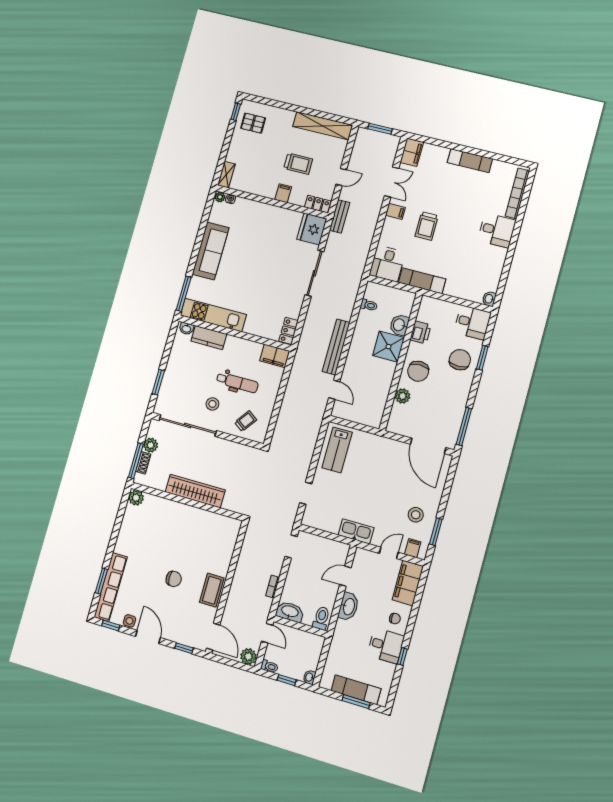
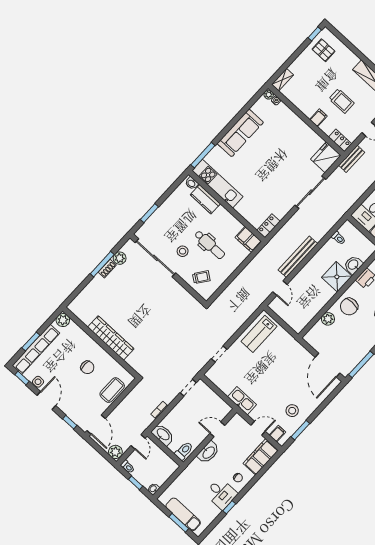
wardrobe: (195, 491) -> (111, 338), moved
plant: (136, 498) -> (63, 320), moved
wall: (187, 501) -> (101, 343), moved

